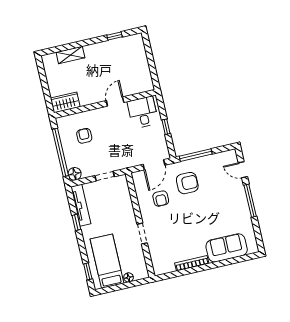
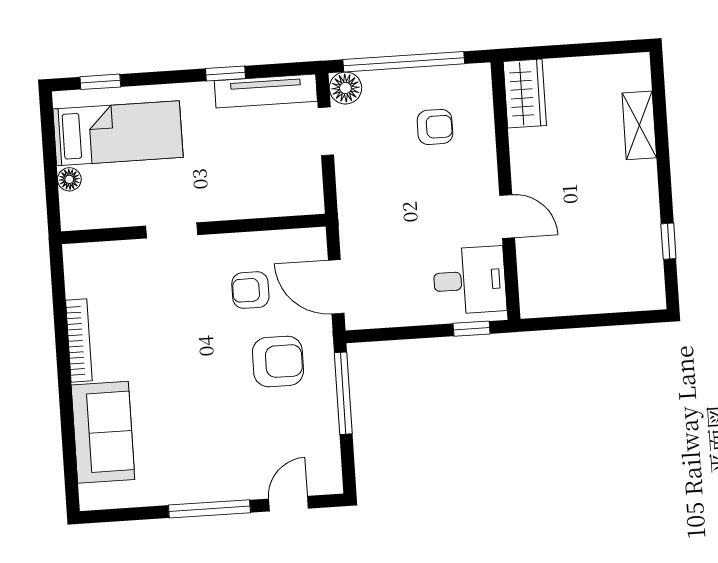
window: (166, 127) -> (472, 329), moved
doorway: (105, 176) -> (326, 131), moved
armchair: (187, 183) -> (278, 361), turned -90

